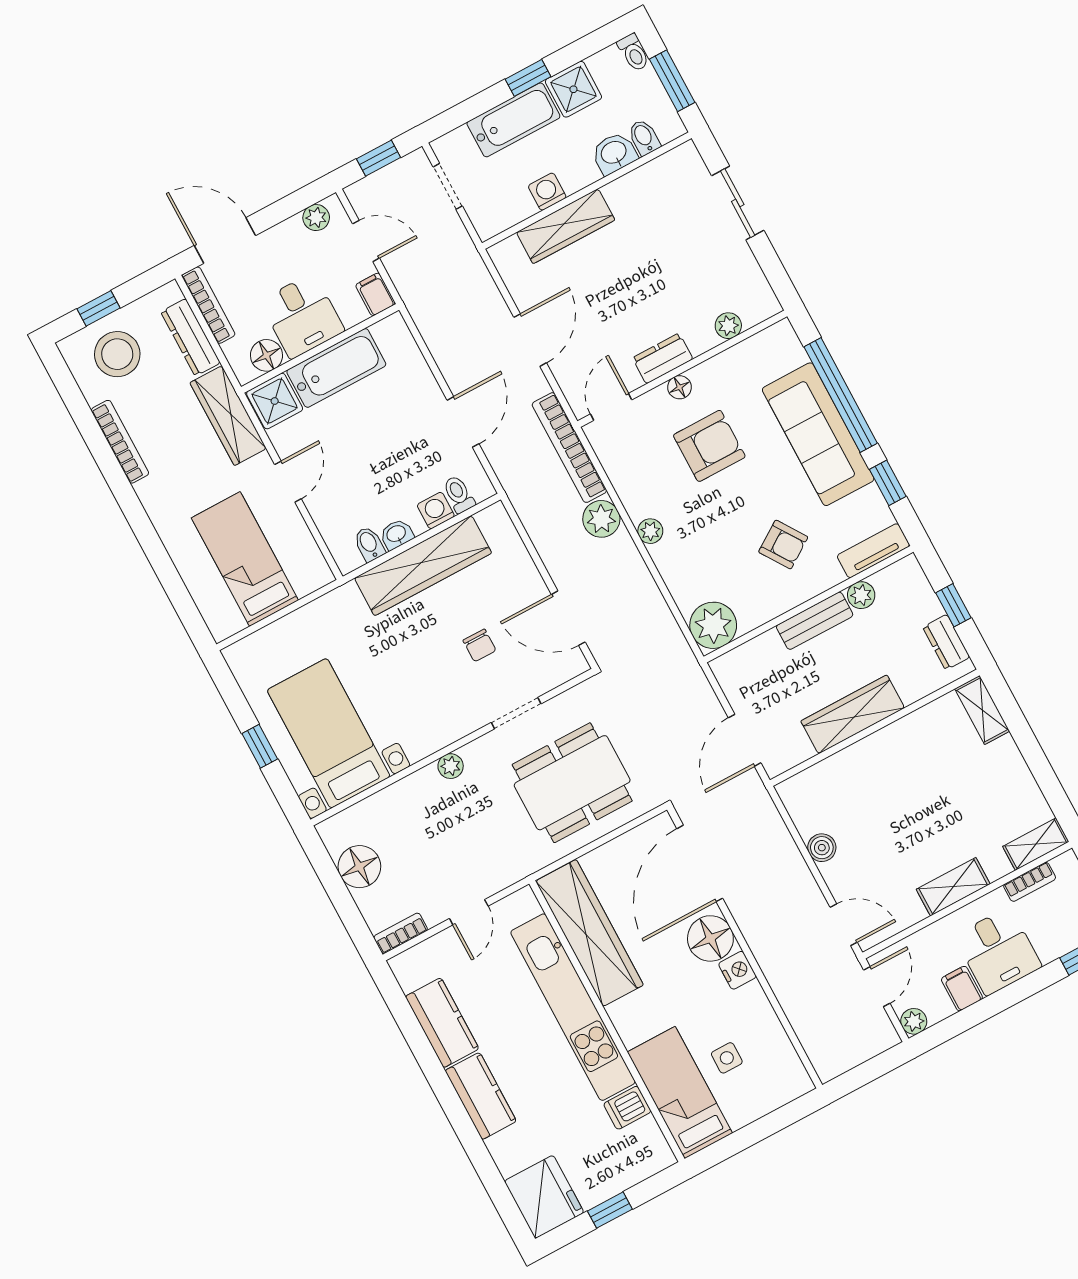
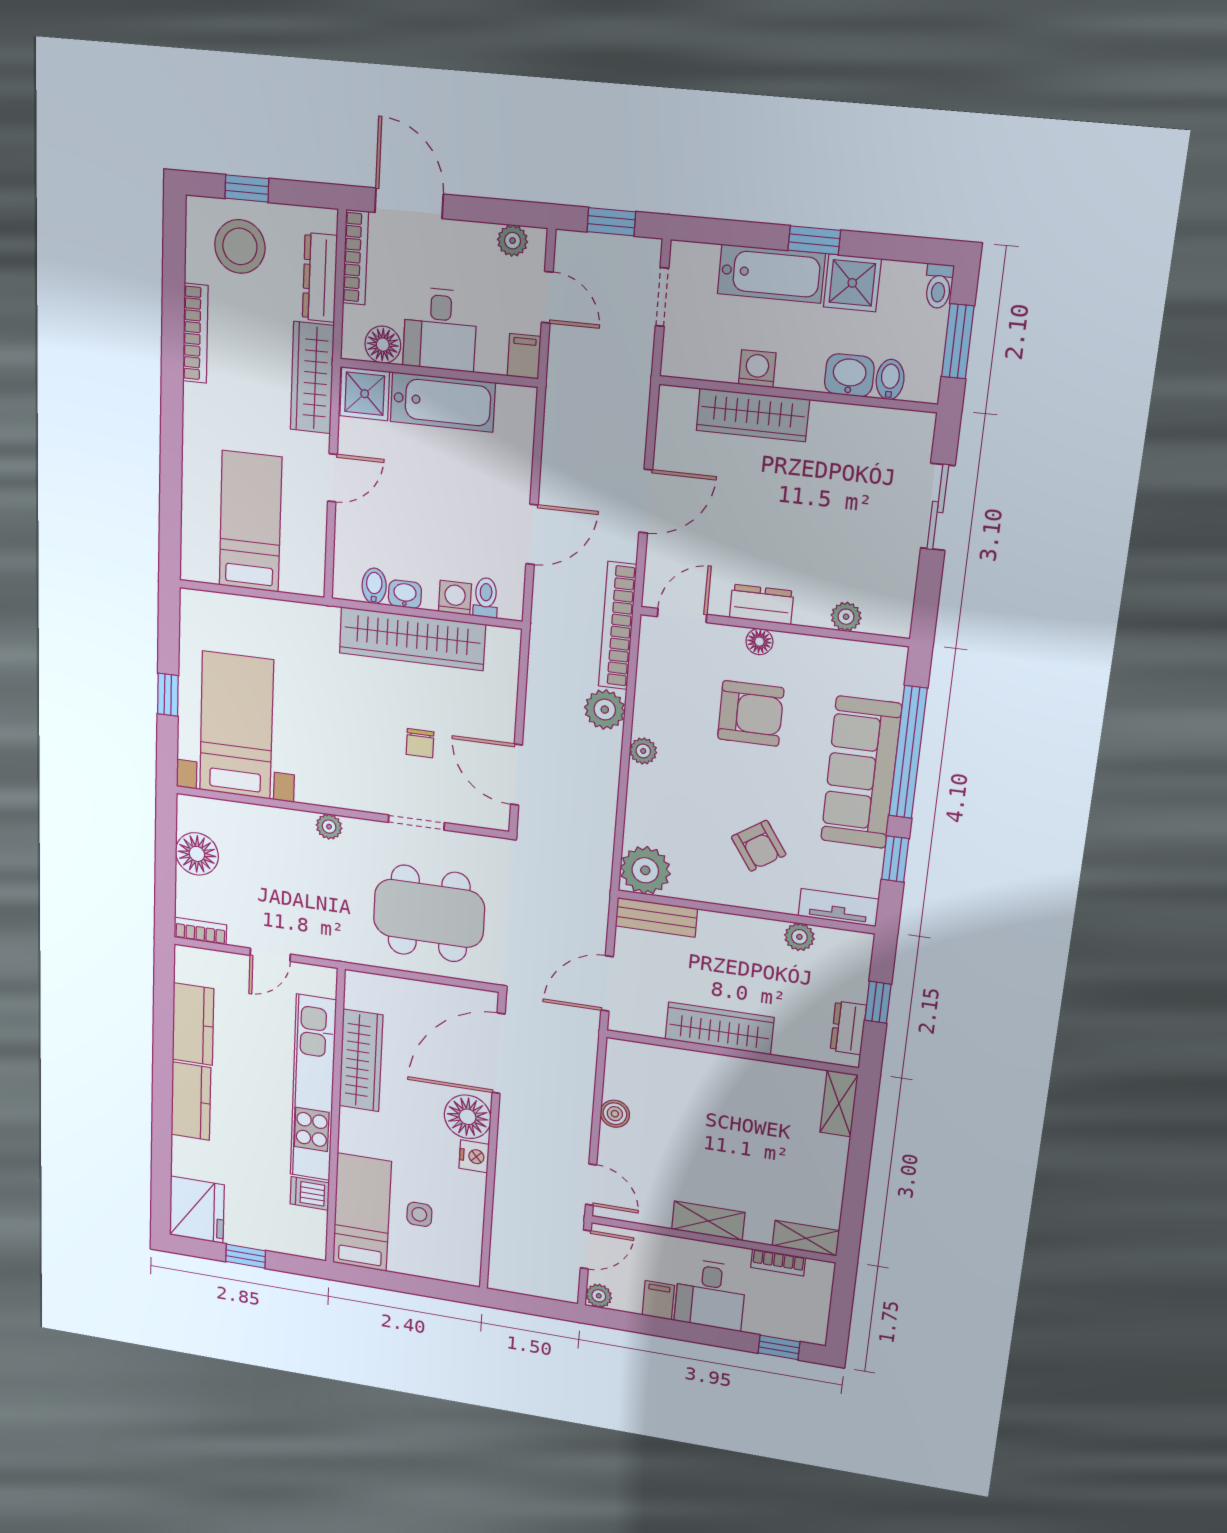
bench: (815, 621) -> (656, 917), moved
wardrobe: (590, 933) -> (361, 1061), width x0.71, depth x0.85

